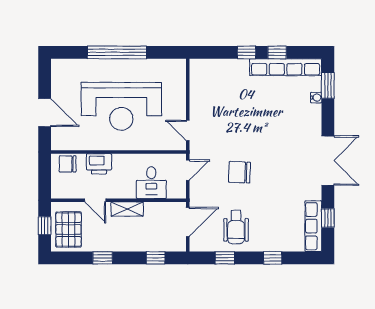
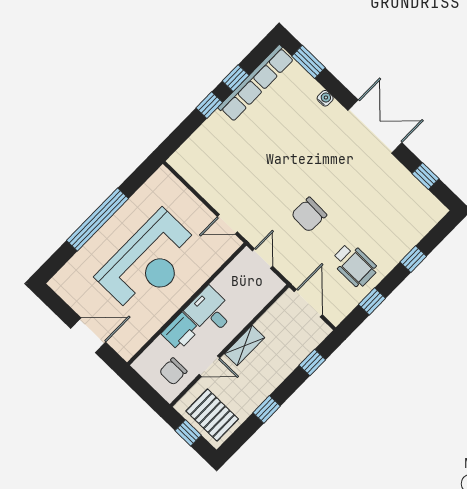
water cooler: (316, 98) -> (325, 98), moved
chair: (68, 164) -> (173, 371), moved
desk: (151, 183) -> (210, 311), moved, turned 180
row of seats: (313, 226) -> (420, 196), removed

